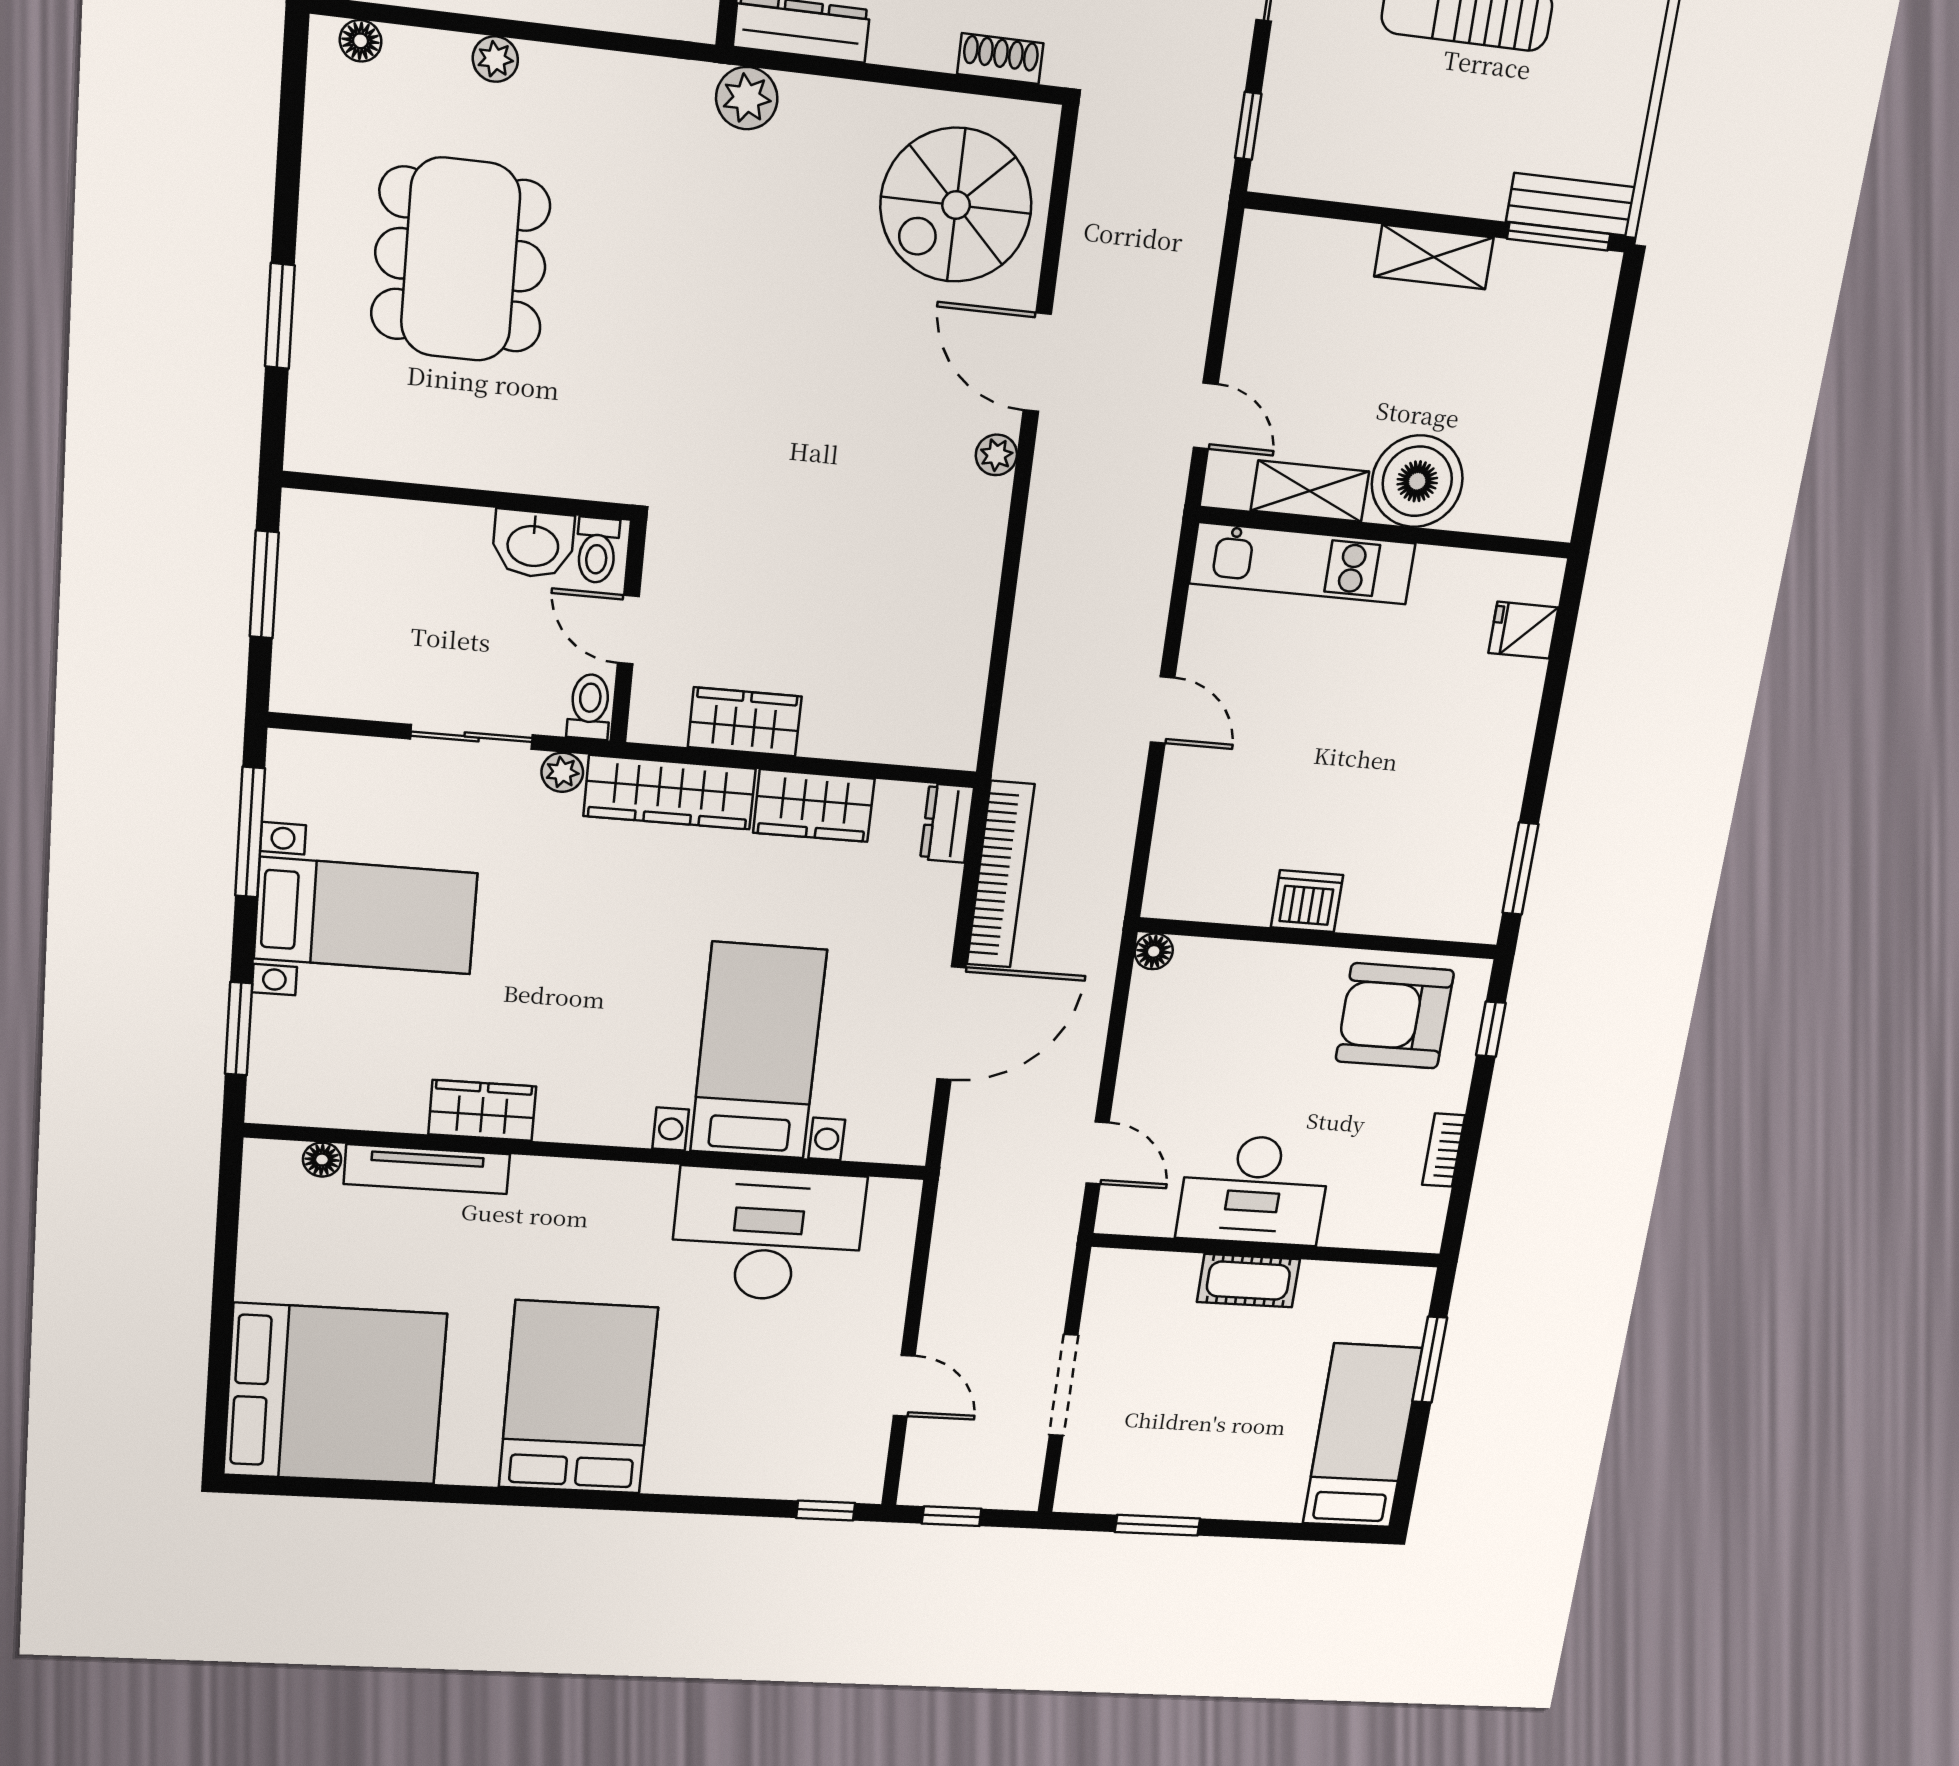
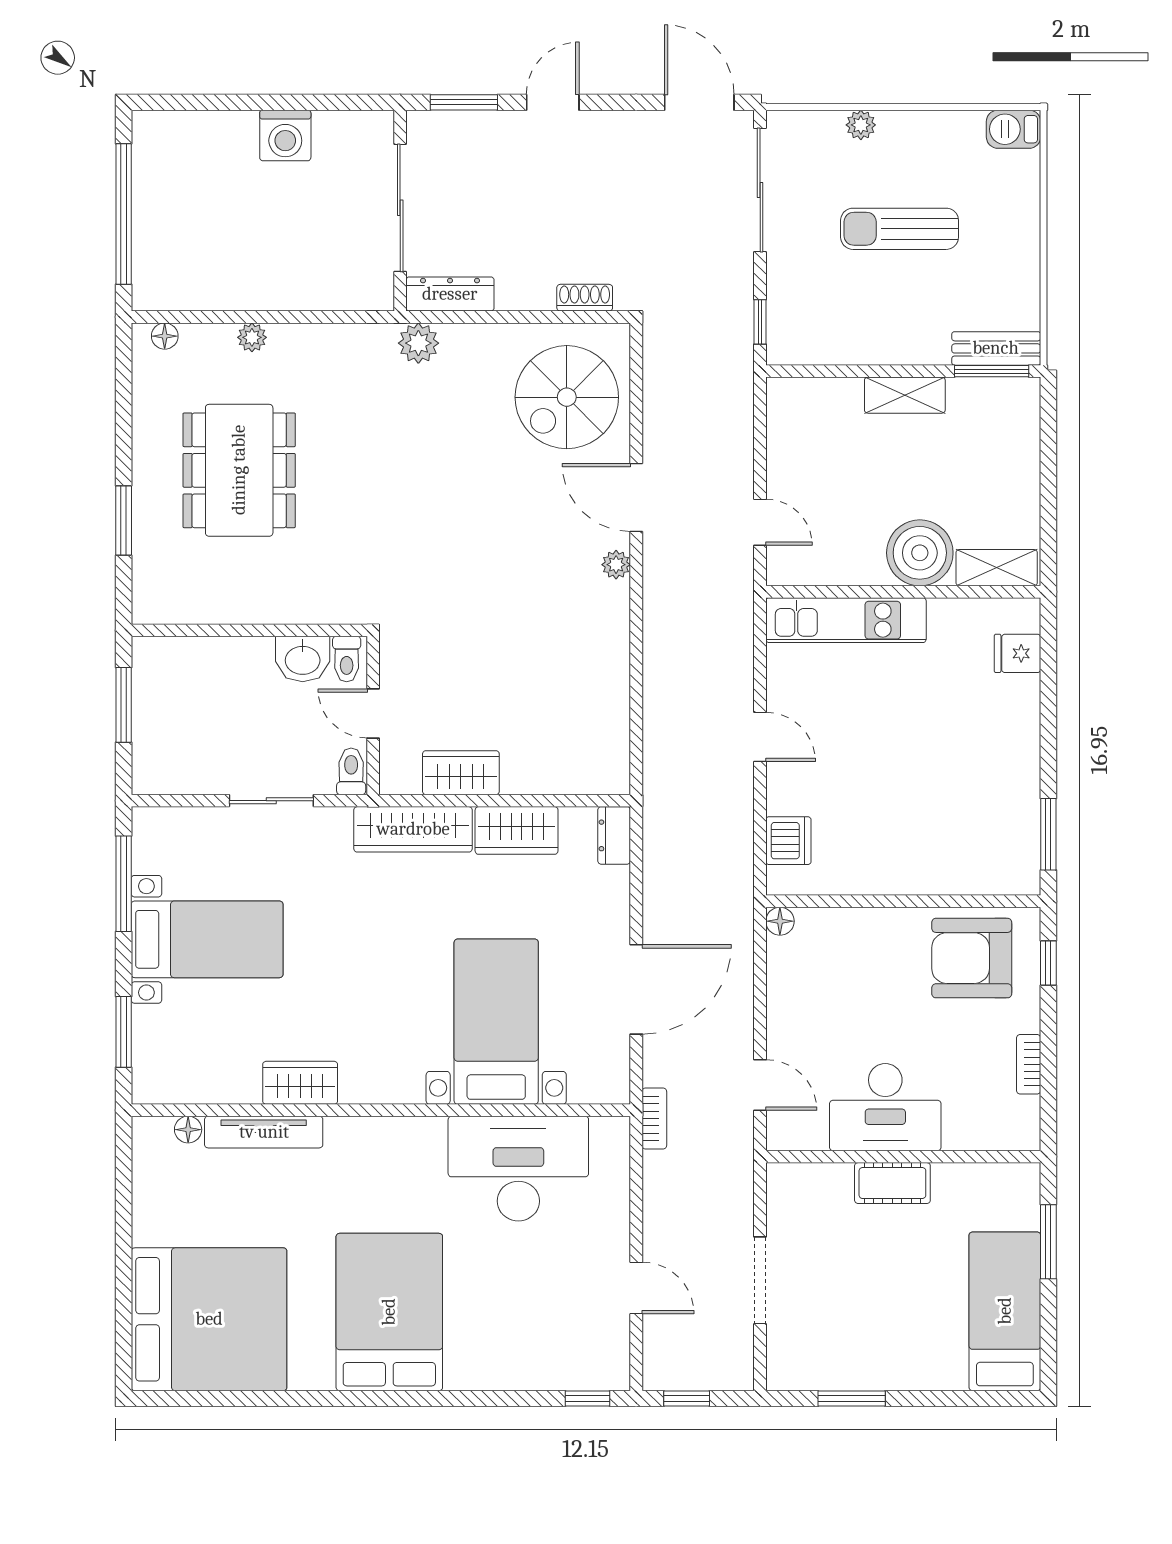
shelving: (1310, 491) -> (997, 568), moved
plant: (562, 772) -> (336, 821), removed
bookcase: (1000, 875) -> (654, 1119), moved, width x0.43, depth x0.76
dishwasher: (1307, 901) -> (788, 841), moved, turned 90

